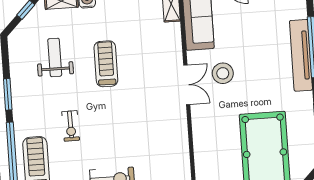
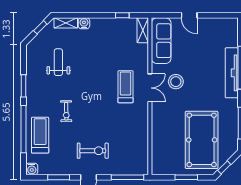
treadmill: (106, 64) -> (125, 87), moved

